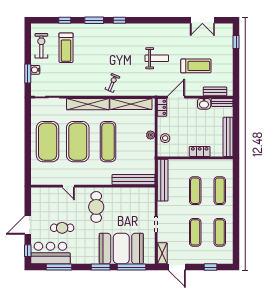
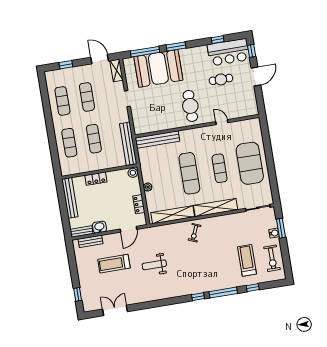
window: (94, 20) -> (223, 293), width x1.44
locker: (162, 107) -> (139, 204), moved
stool: (165, 138) -> (133, 173), moved
exercise mat: (78, 142) -> (220, 168), width x0.50, depth x0.69
window: (59, 267) -> (218, 40), width x0.46

